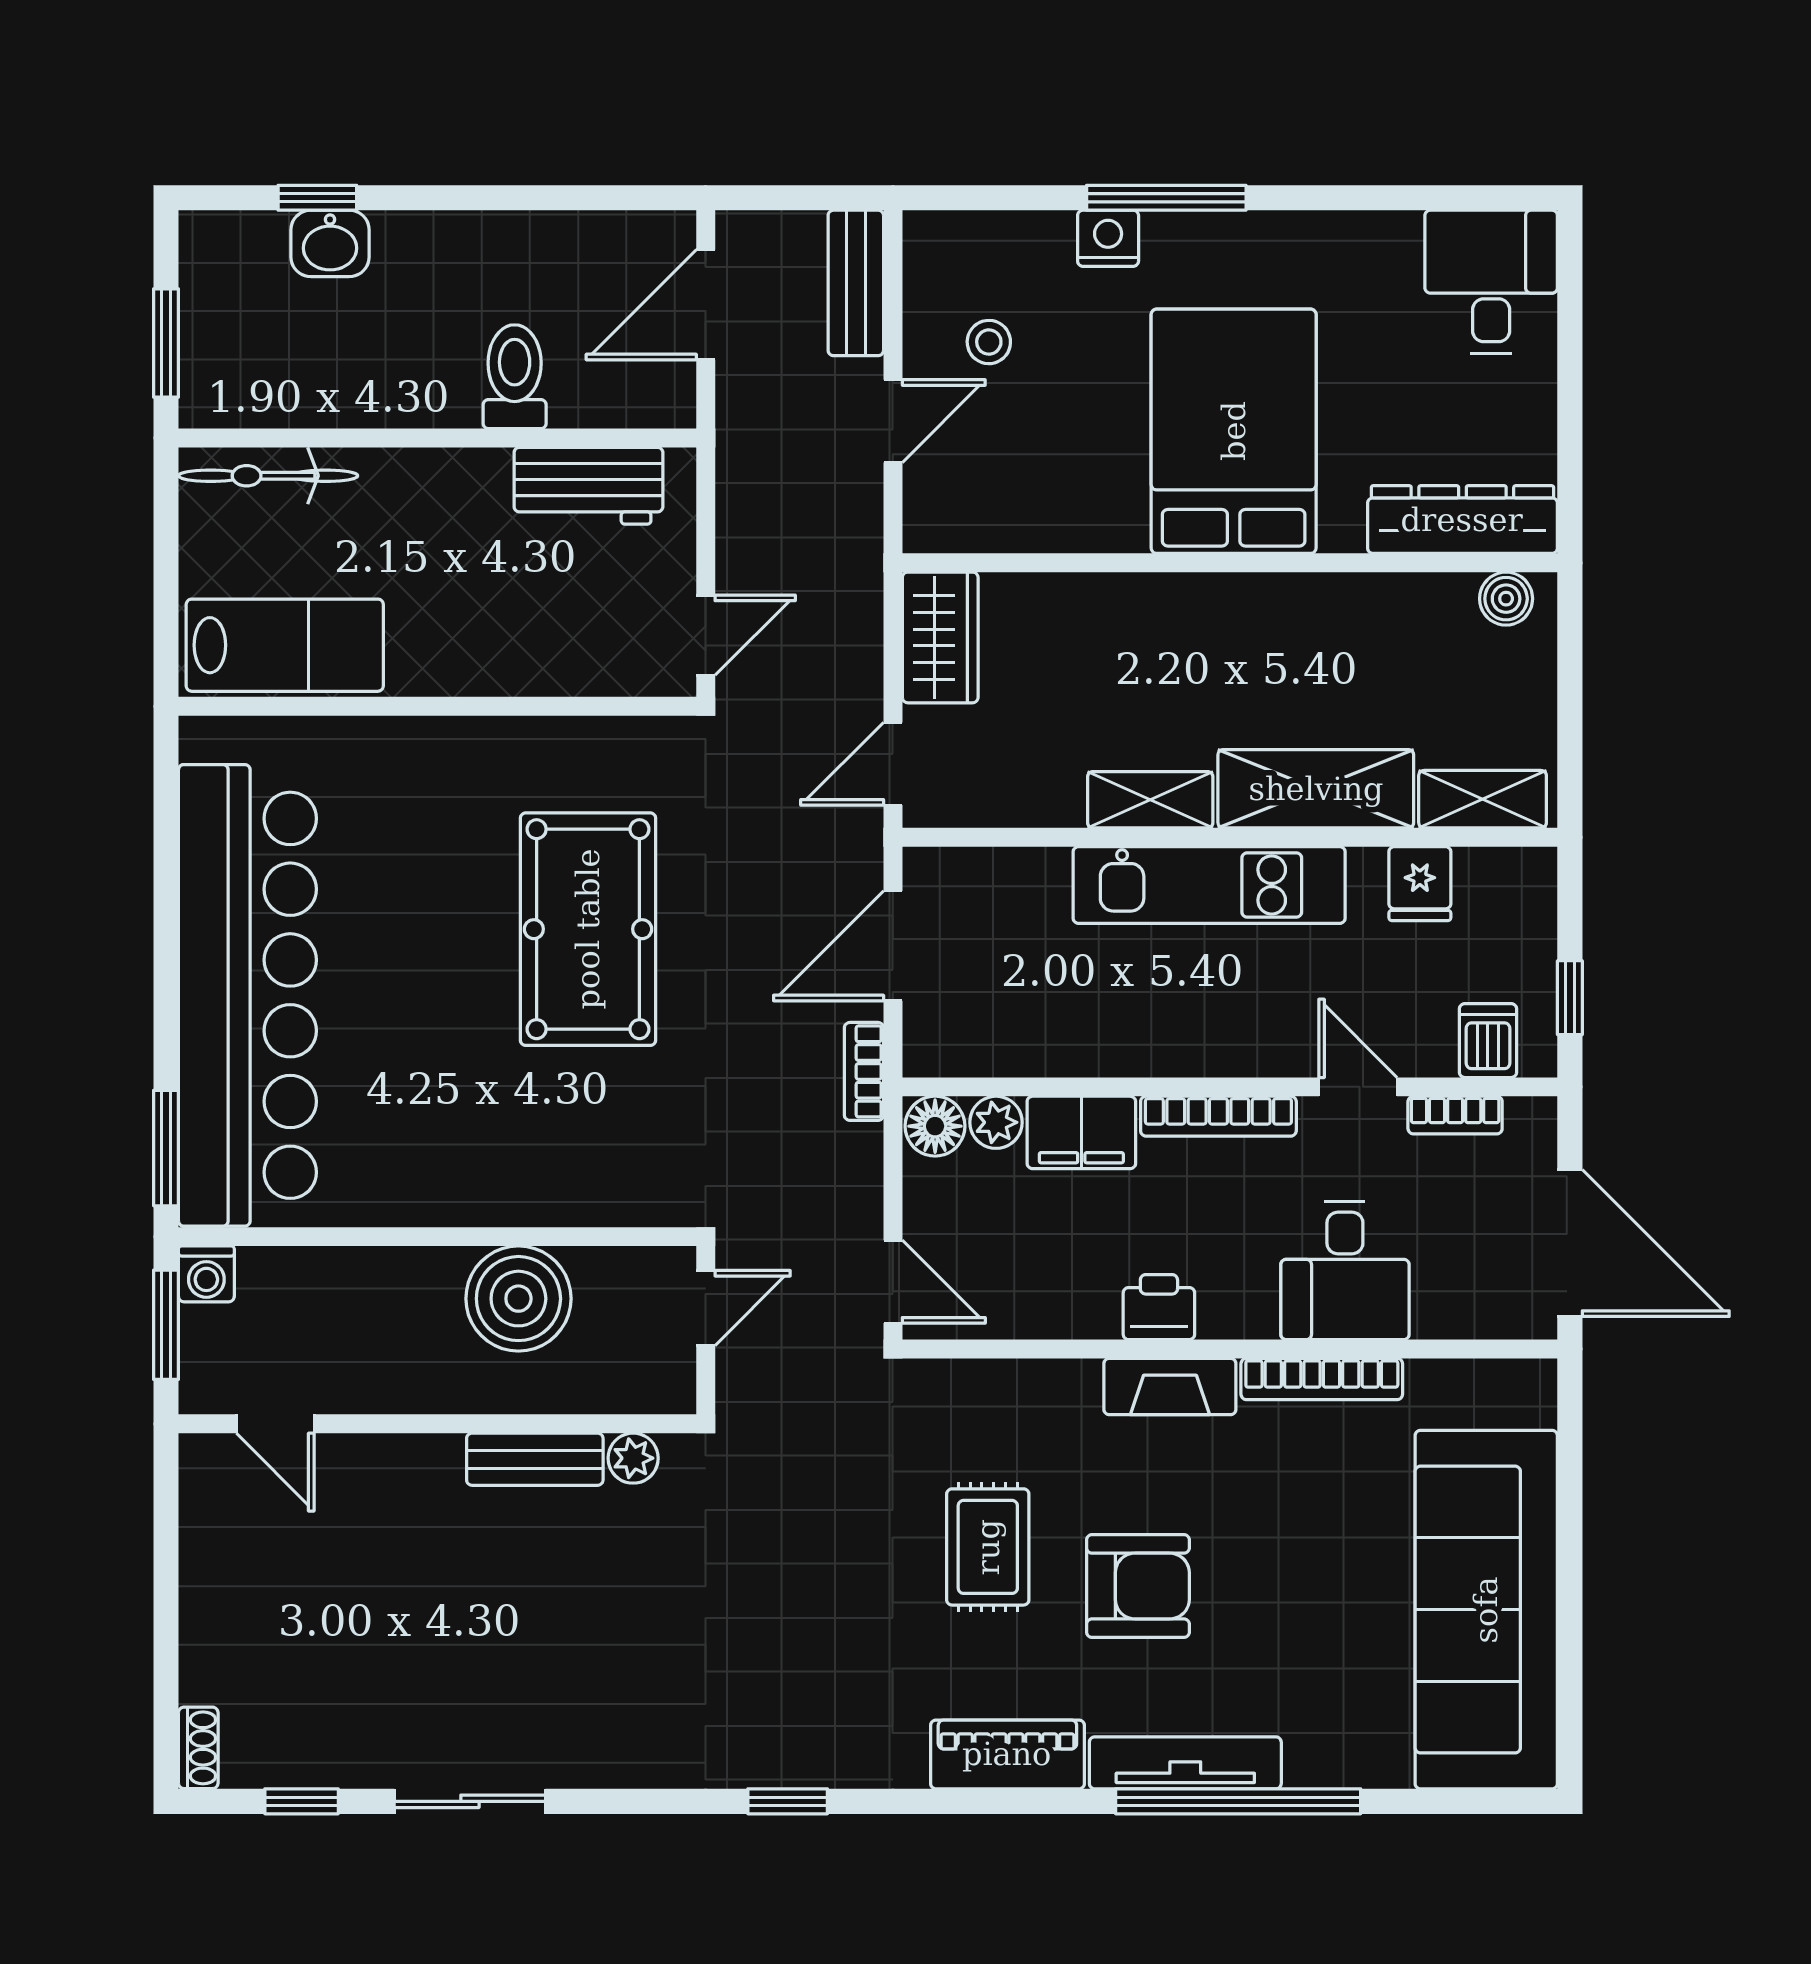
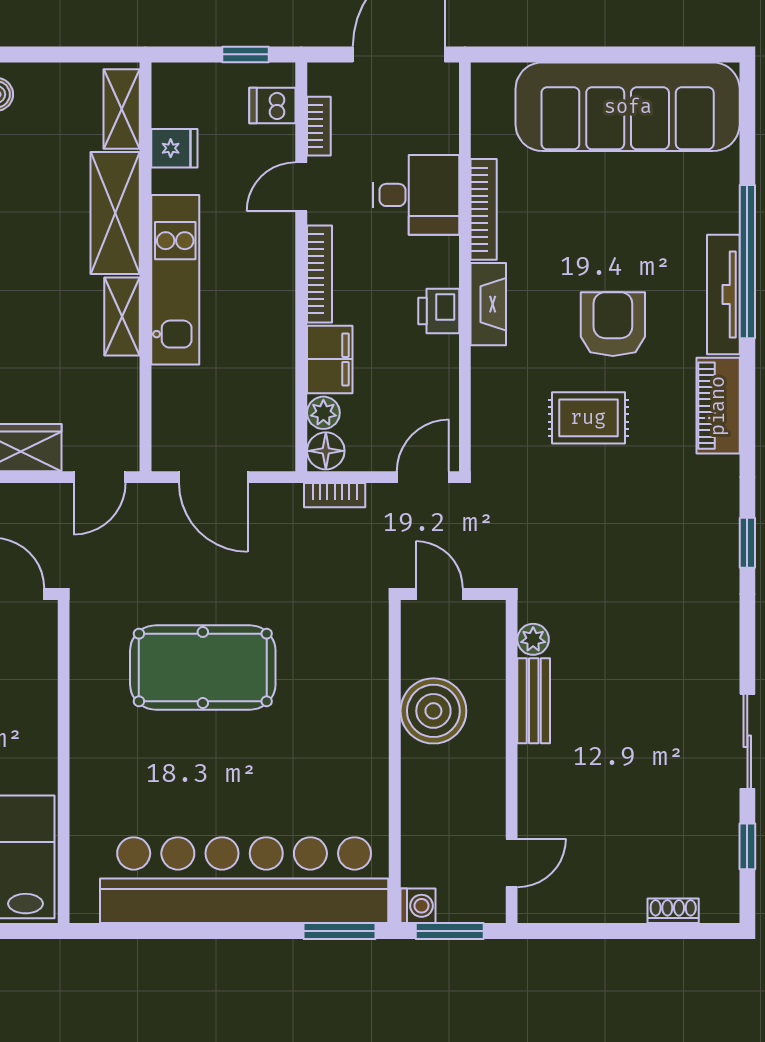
door: (893, 764) -> (100, 477), hinge flipped
bookcase: (864, 1071) -> (335, 495), moved
shoe rack: (198, 1748) -> (673, 911), moved

